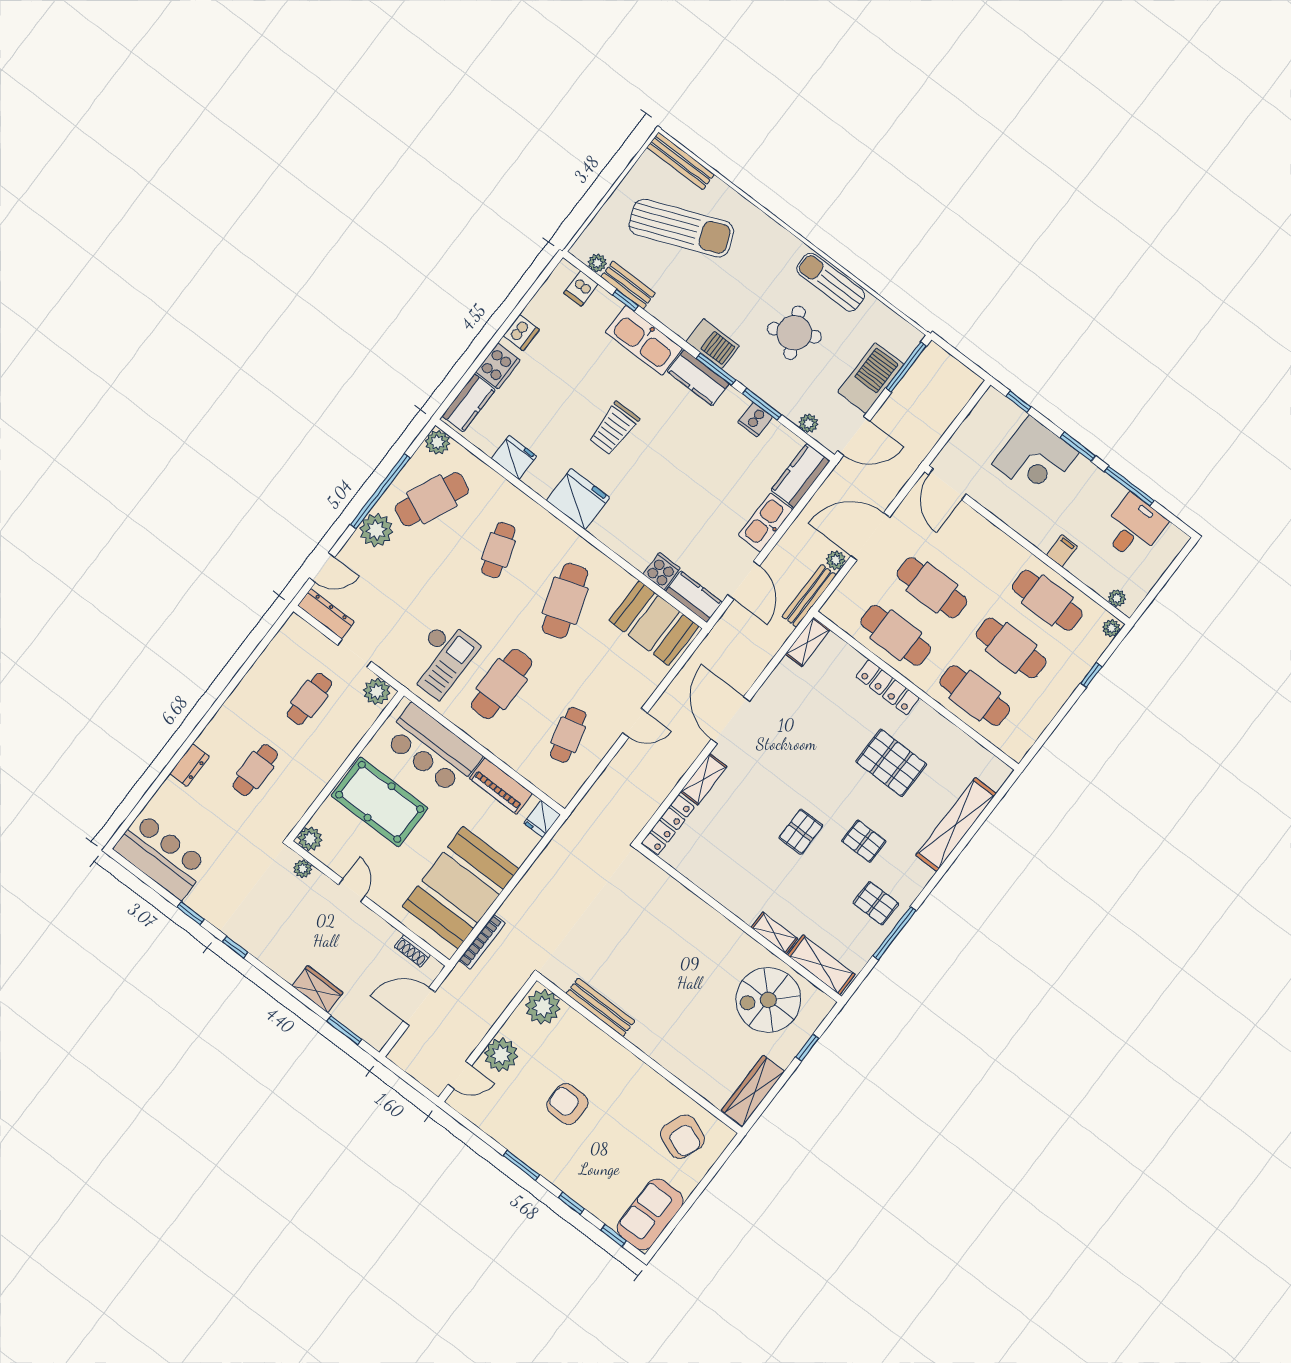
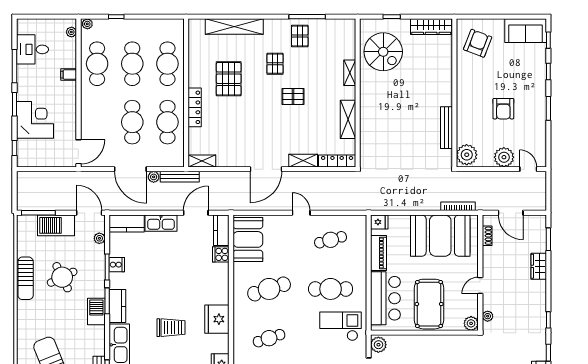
shelving: (821, 965) -> (348, 119), moved

